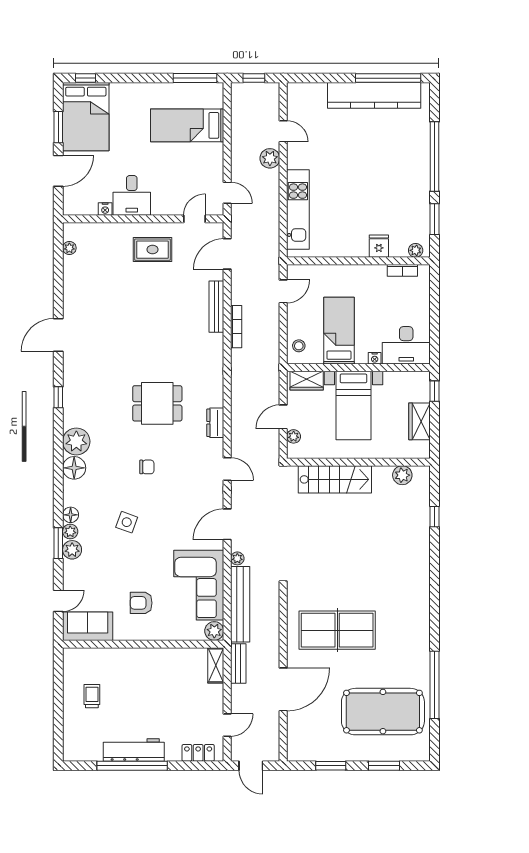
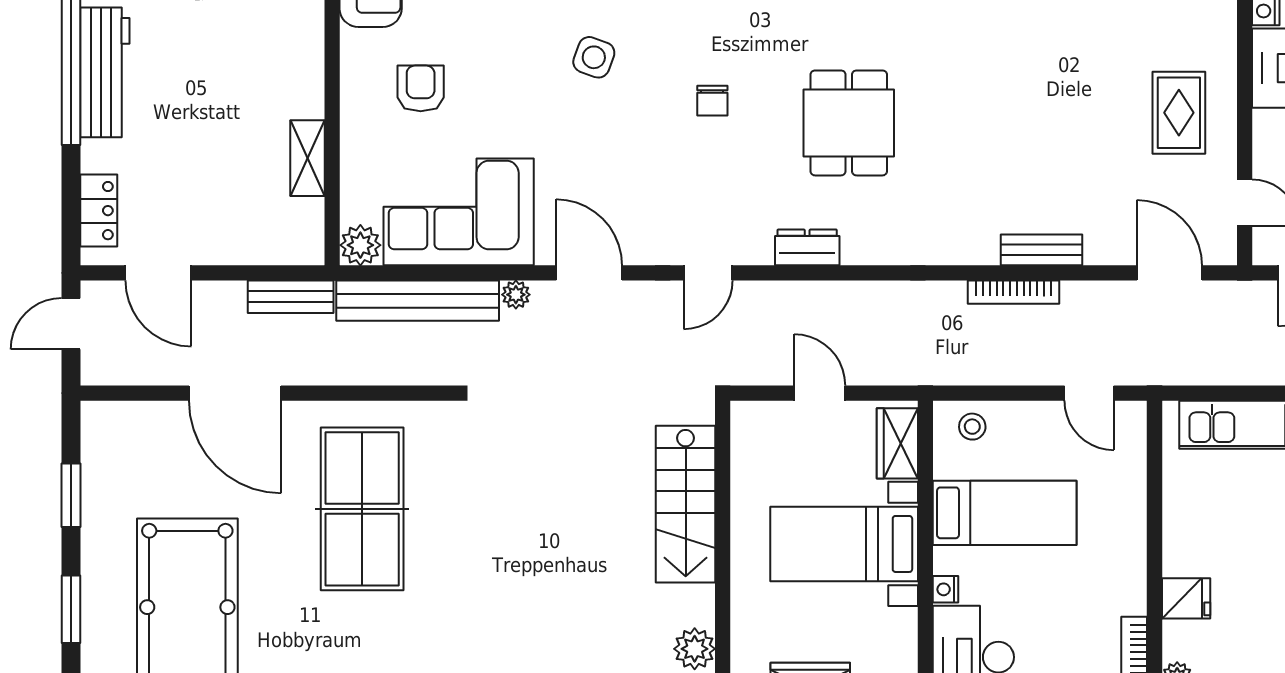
bench: (216, 307) -> (1042, 250), width x0.73
plant: (294, 436) -> (778, 415), removed
shelving: (216, 665) -> (307, 158), moved, turned 90
door: (227, 725) -> (158, 273), width x1.38

